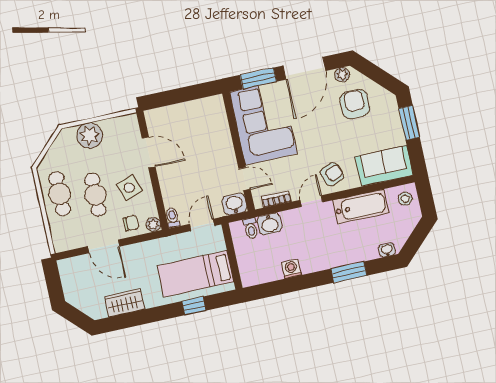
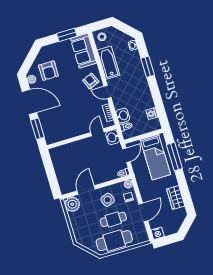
armchair: (355, 104) -> (48, 71), turned -90
corner sofa: (263, 123) -> (63, 124), removed
window: (409, 123) -> (67, 35), moved
plant: (90, 136) -> (72, 204), moved
cafe table: (60, 194) -> (114, 241), width x1.37, depth x1.35
door: (202, 225) -> (126, 155), swing flipped
nightstand: (66, 268) -> (158, 233), added
washing machine: (291, 269) -> (152, 114), moved
window: (194, 306) -> (174, 157), width x2.17

